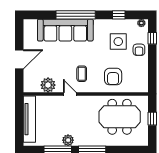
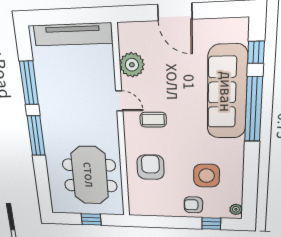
window: (119, 15) -> (256, 52), moved
armchair: (113, 77) -> (151, 167), turned 90
door: (70, 94) -> (119, 101), hinge flipped
plant: (68, 140) -> (46, 99), removed

